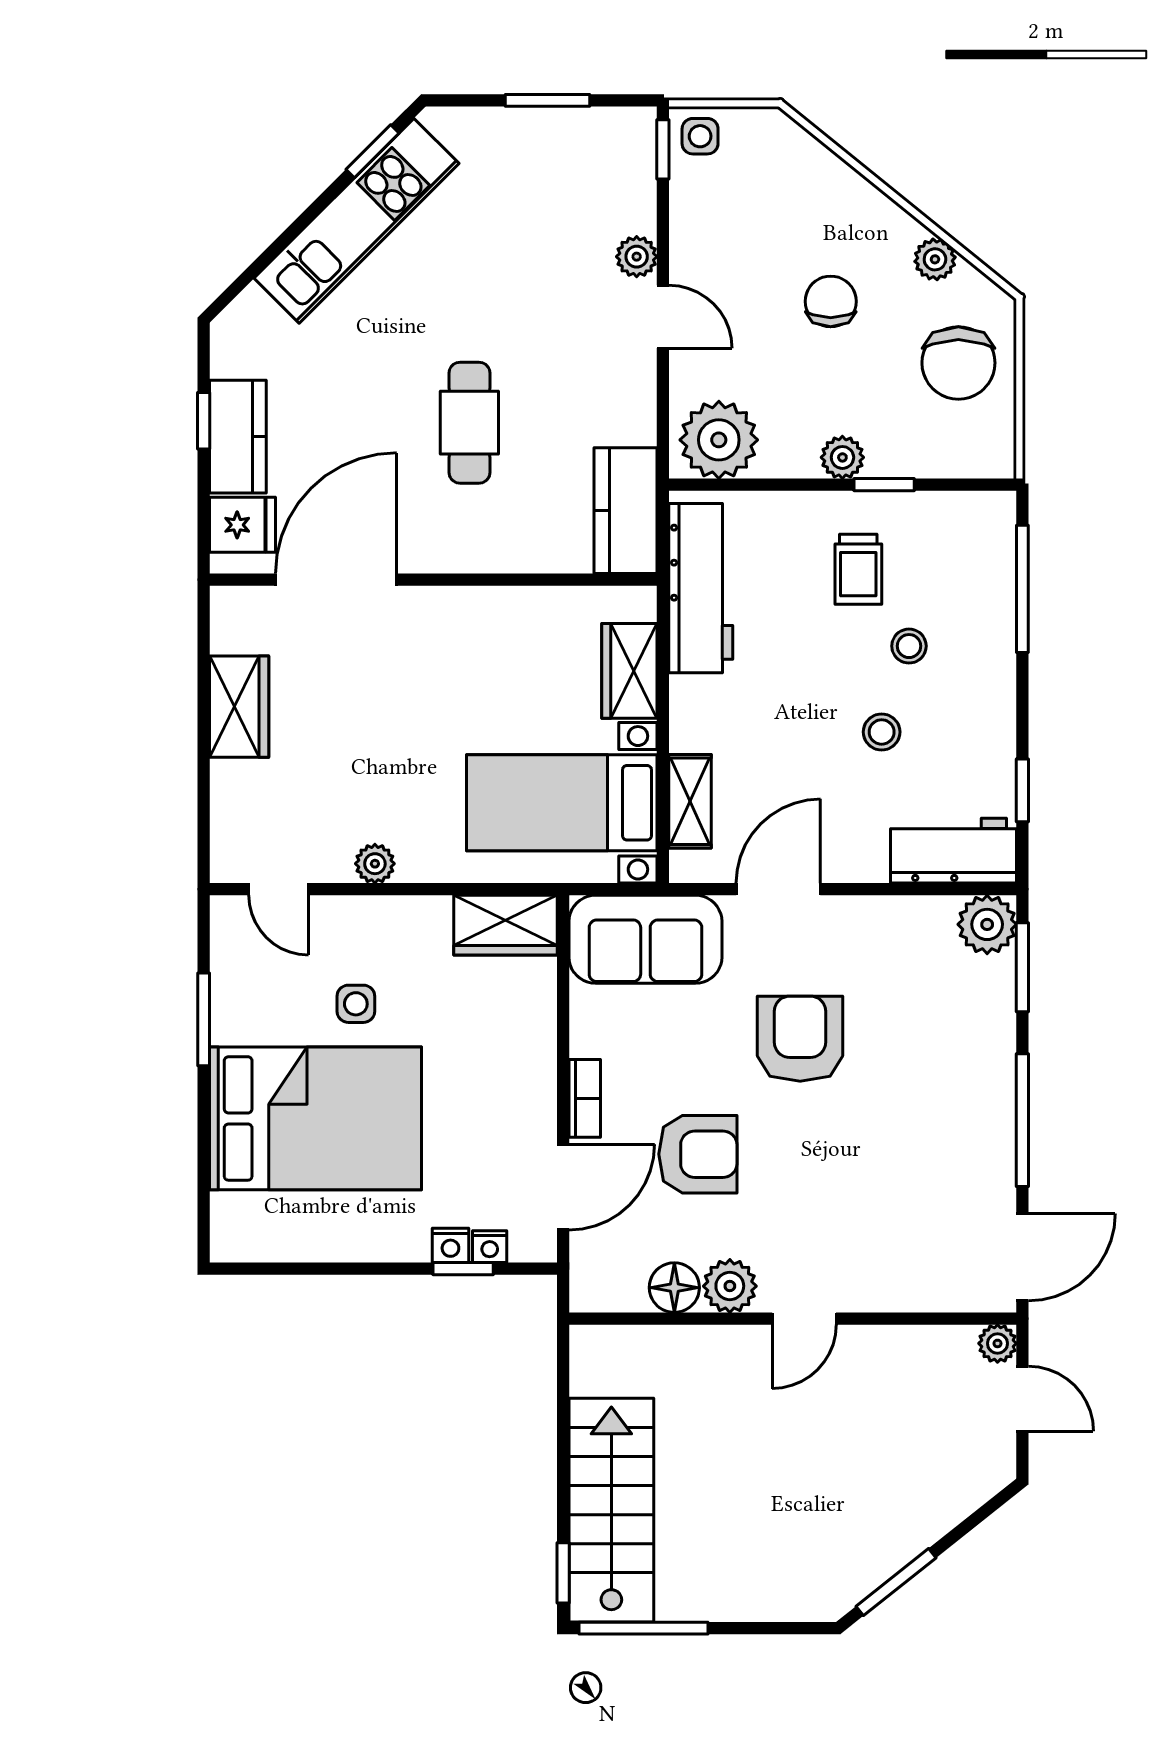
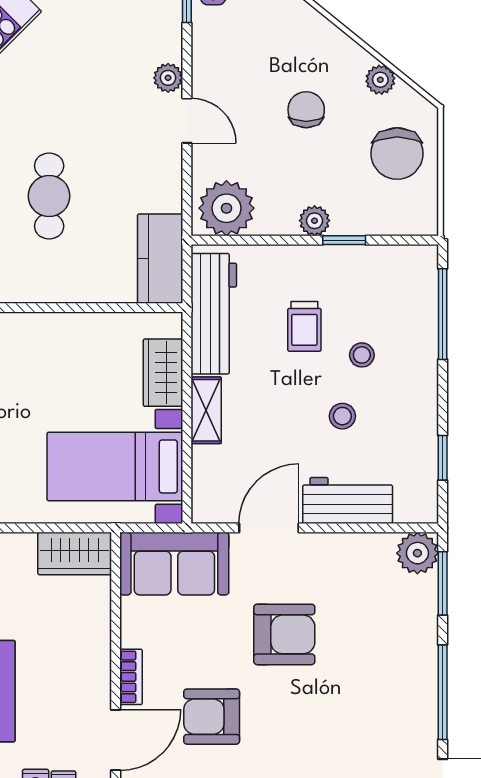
trolley: (858, 569) -> (304, 326), moved
shelving: (690, 801) -> (206, 410), moved
workbench: (954, 851) -> (348, 501), moved
armchair: (800, 1039) -> (284, 634), turned 90
armchair: (698, 1154) -> (212, 717), turned 180

